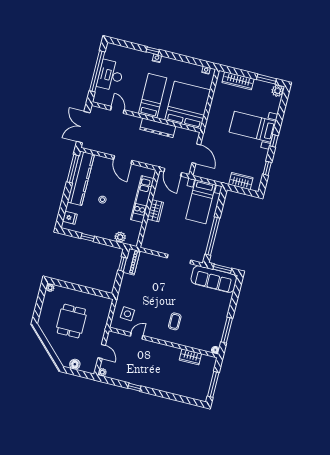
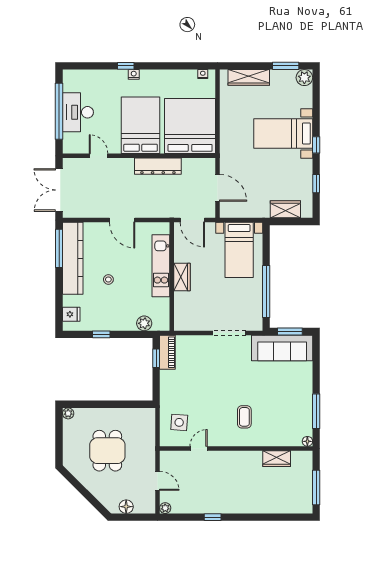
bed: (153, 96) -> (141, 125), width x1.50

